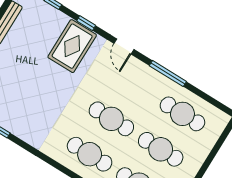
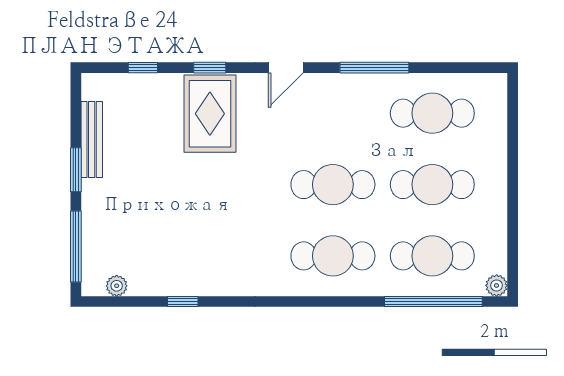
door: (124, 46) -> (286, 68), hinge flipped

